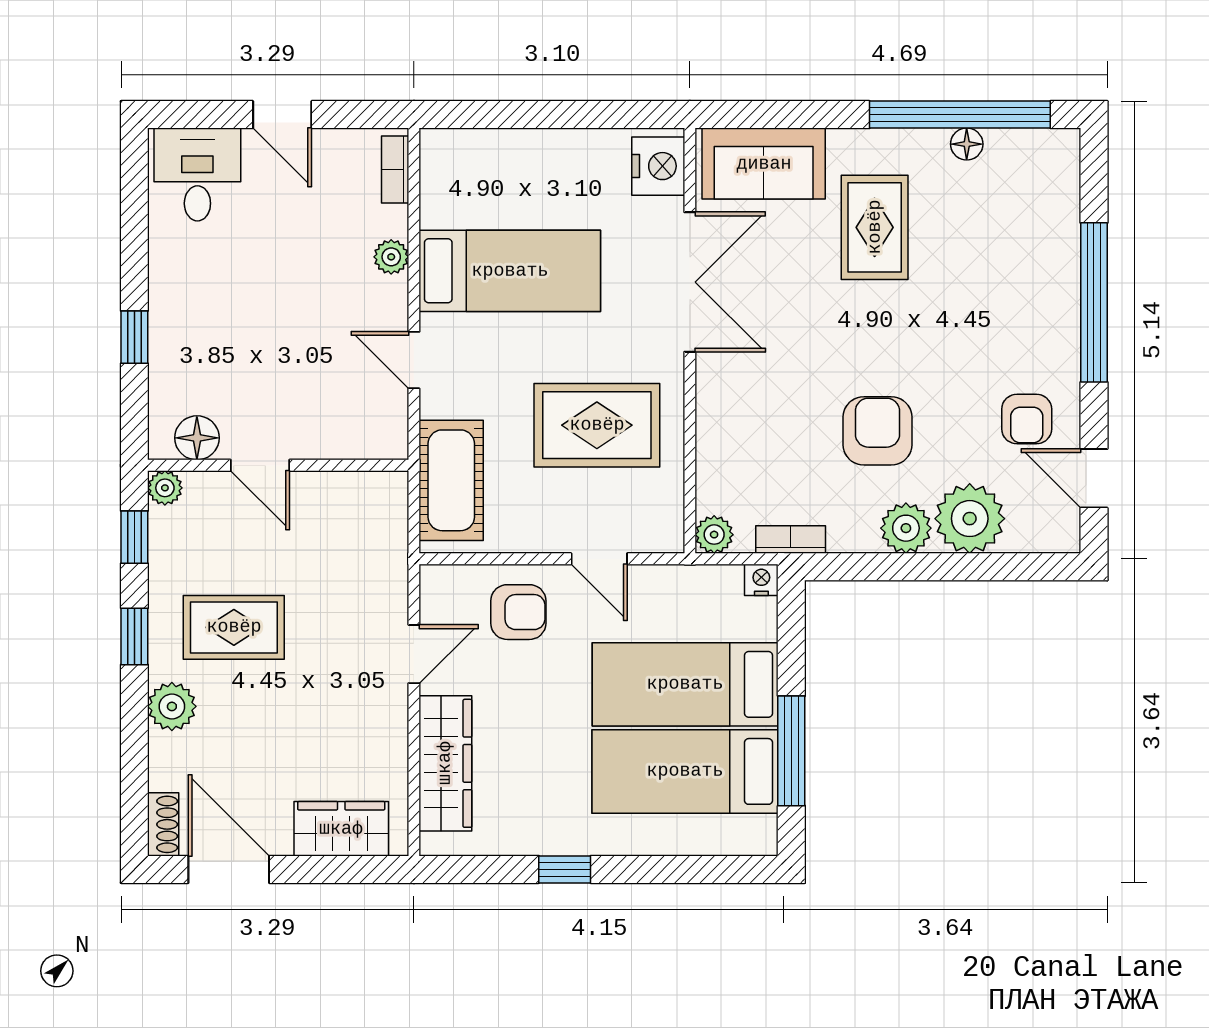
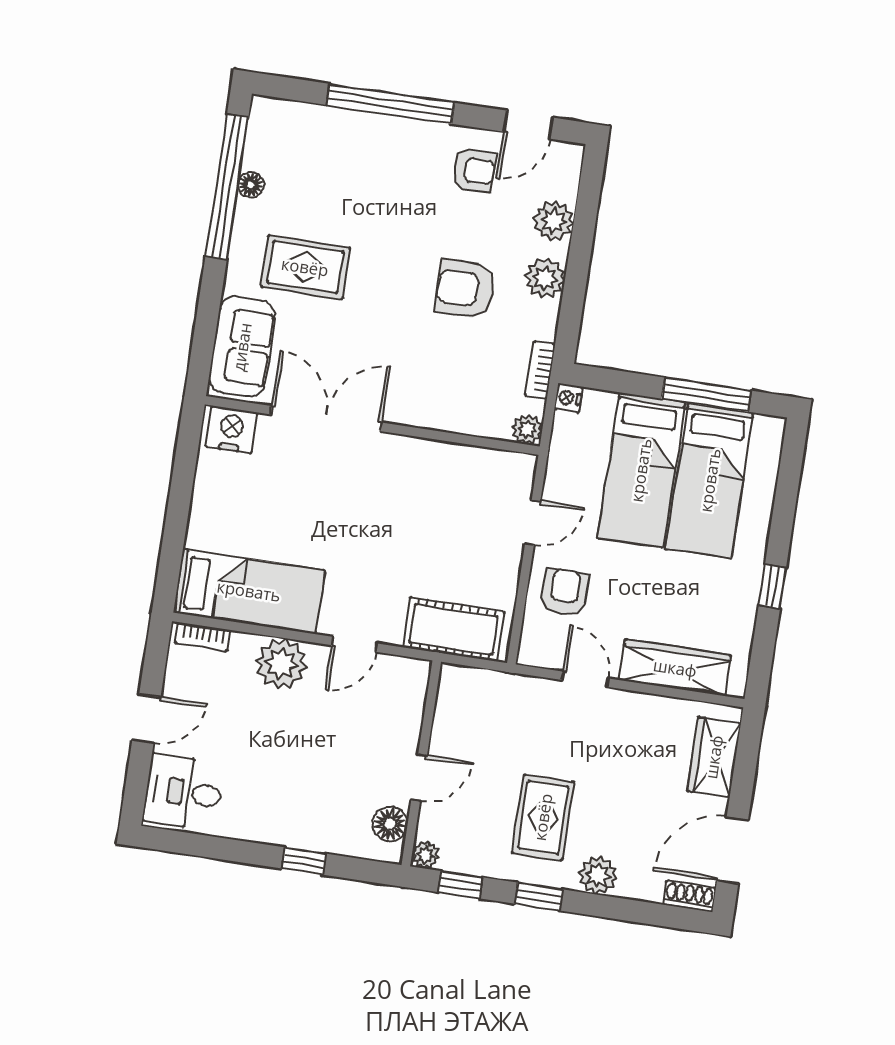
plant: (391, 257) -> (281, 664), width x1.88, depth x1.88
bed: (510, 271) -> (249, 591), moved, turned 90
rug: (597, 425) -> (428, 509), removed
plant: (970, 519) -> (553, 221), width x0.73, depth x0.73

